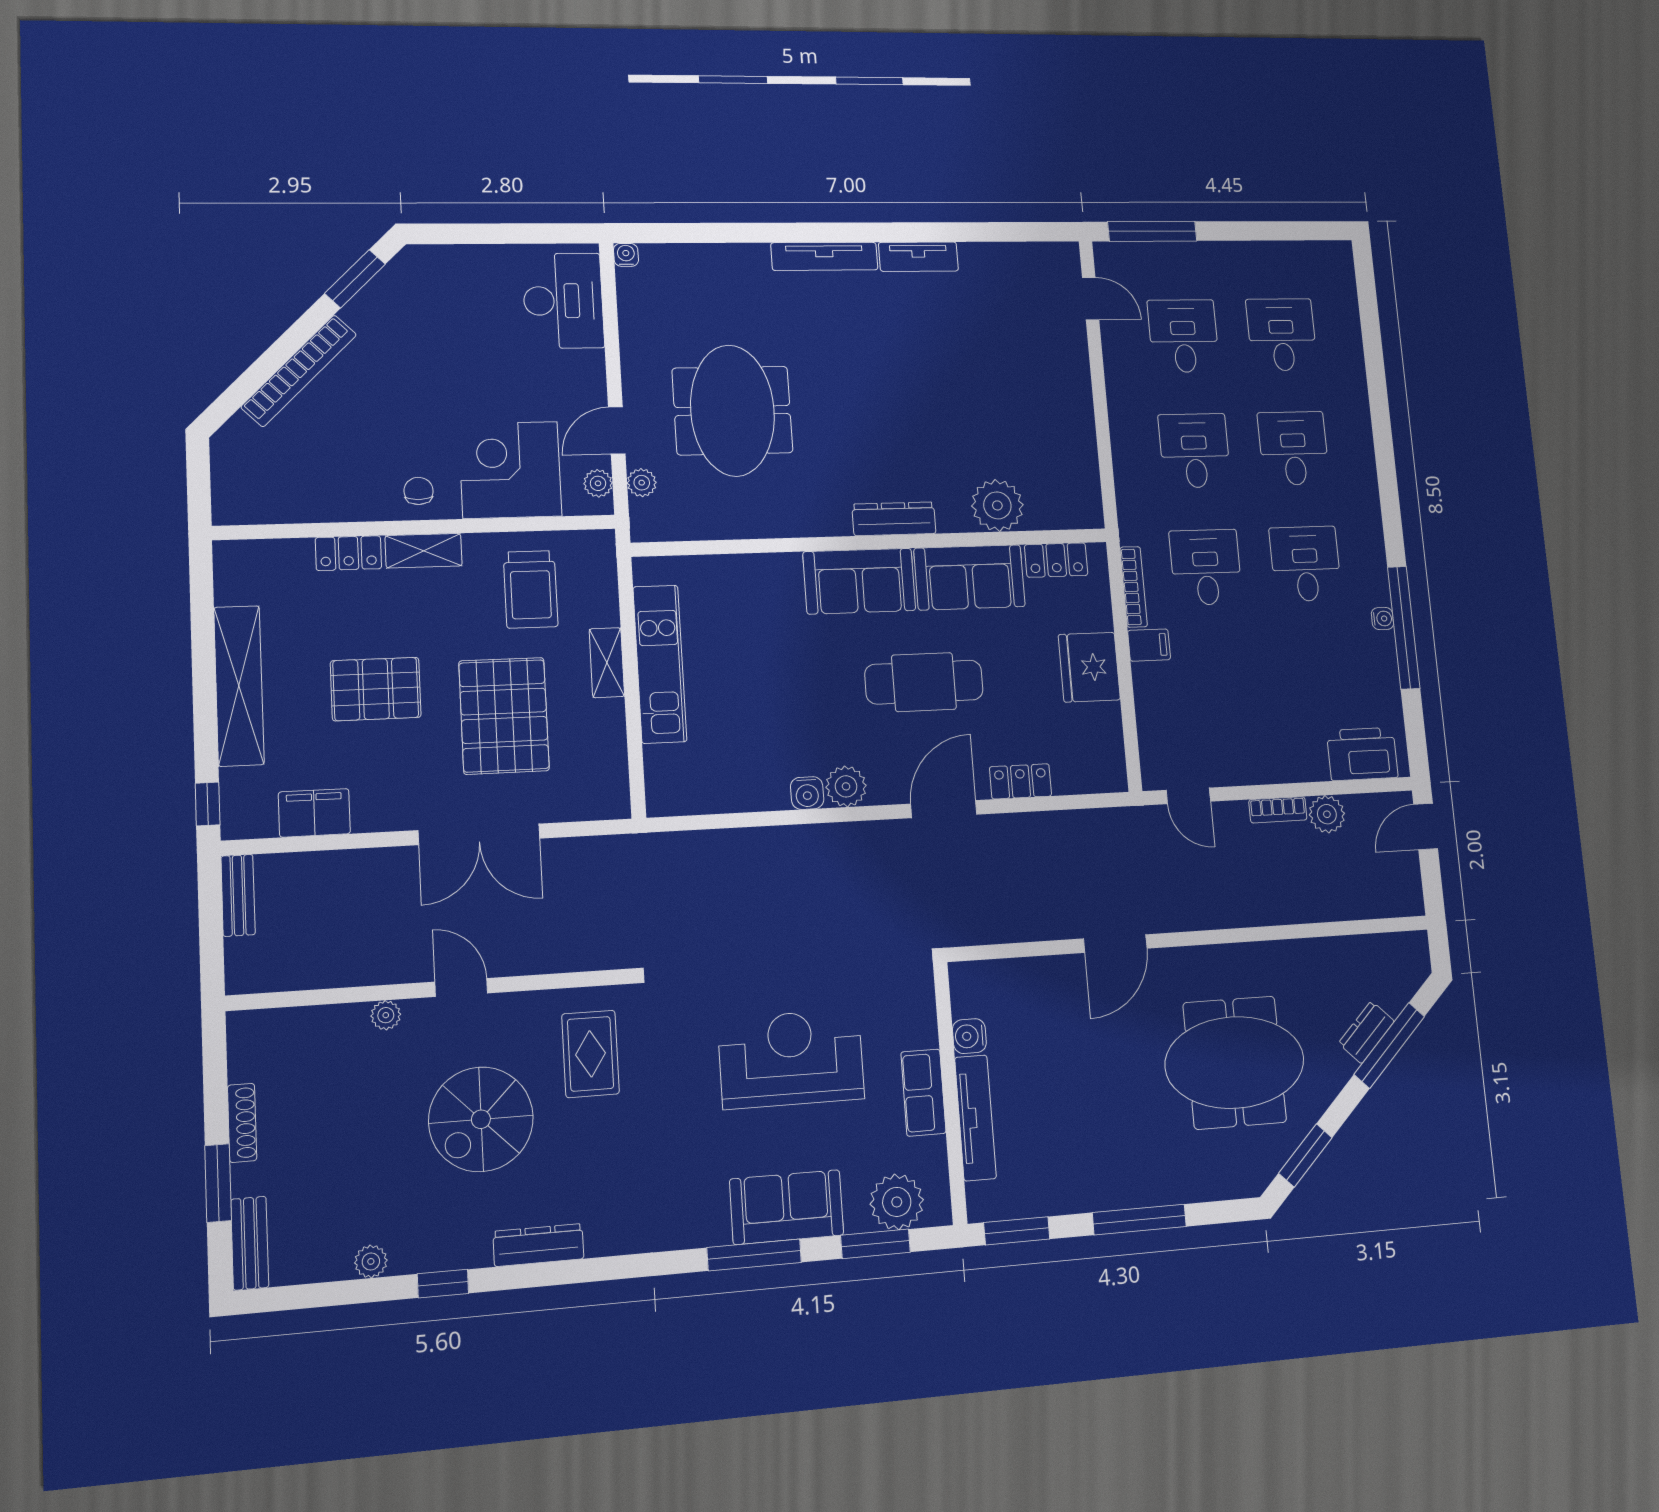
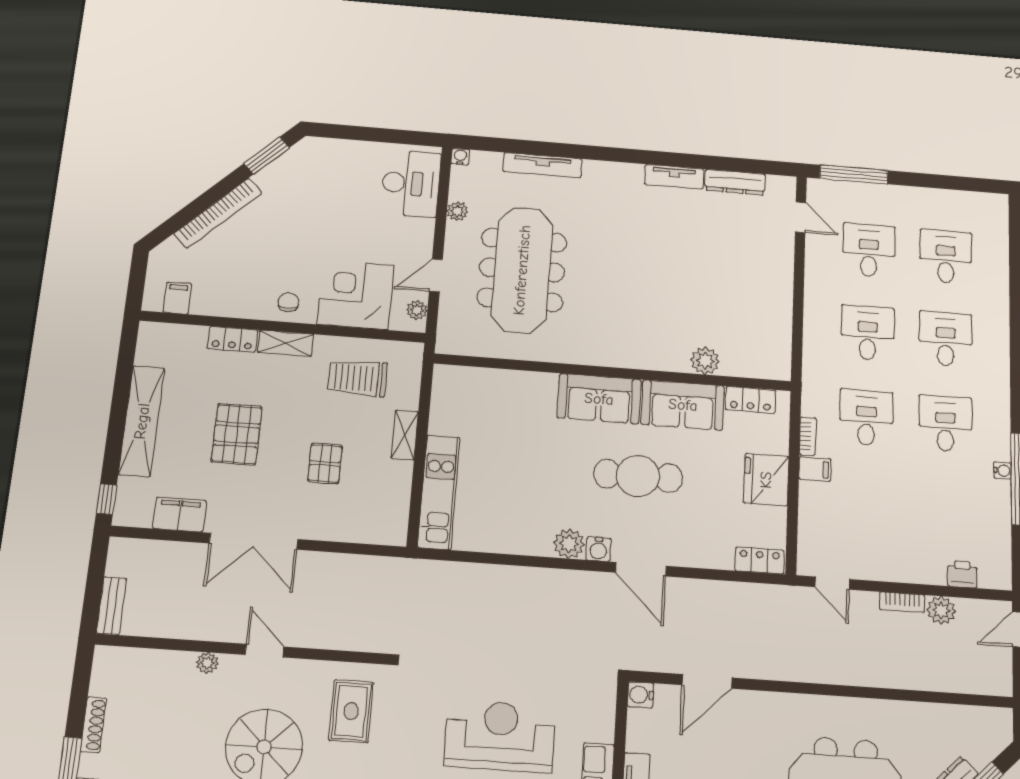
tv unit: (824, 256) -> (543, 165), moved
meeting table: (732, 411) -> (522, 270), width x1.36
plant: (642, 483) -> (457, 211), moved
filing cabinet: (261, 502) -> (177, 298), added
plant: (997, 505) -> (705, 361), width x0.73, depth x0.73
dresser: (894, 519) -> (735, 182), moved, turned 180
bookcase: (1134, 587) -> (808, 436), width x0.64
trolley: (531, 589) -> (357, 378), turned 90
kitchen unit: (660, 664) -> (439, 492), moved
pallet: (376, 689) -> (237, 434), turned 90
pallet: (504, 716) -> (325, 463), width x0.49, depth x0.50
printer: (1362, 754) -> (962, 574), width x0.53, depth x0.68
locker: (1020, 781) -> (760, 560), moved
water cooler: (807, 793) -> (598, 549), moved
door: (944, 809) -> (641, 569), swing flipped
double door: (479, 834) -> (254, 541), moved
bench: (238, 895) -> (111, 606), moved
door: (1115, 944) -> (707, 681), moved
water cooler: (969, 1036) -> (641, 695), moved

